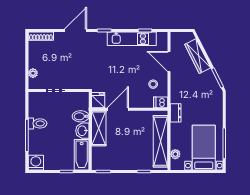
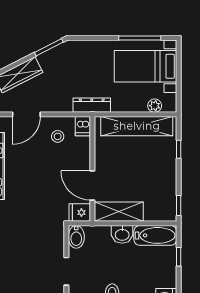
dresser: (176, 113) -> (92, 105), width x1.44
bidet: (81, 116) -> (76, 237), moved

